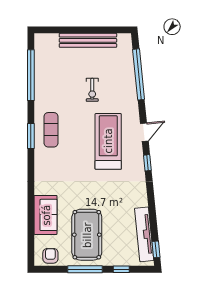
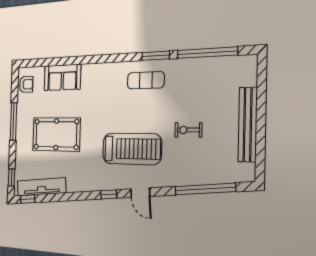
window: (31, 136) -> (156, 56), moved
pool table: (87, 235) -> (56, 134), moved
window: (121, 269) -> (11, 177), moved

